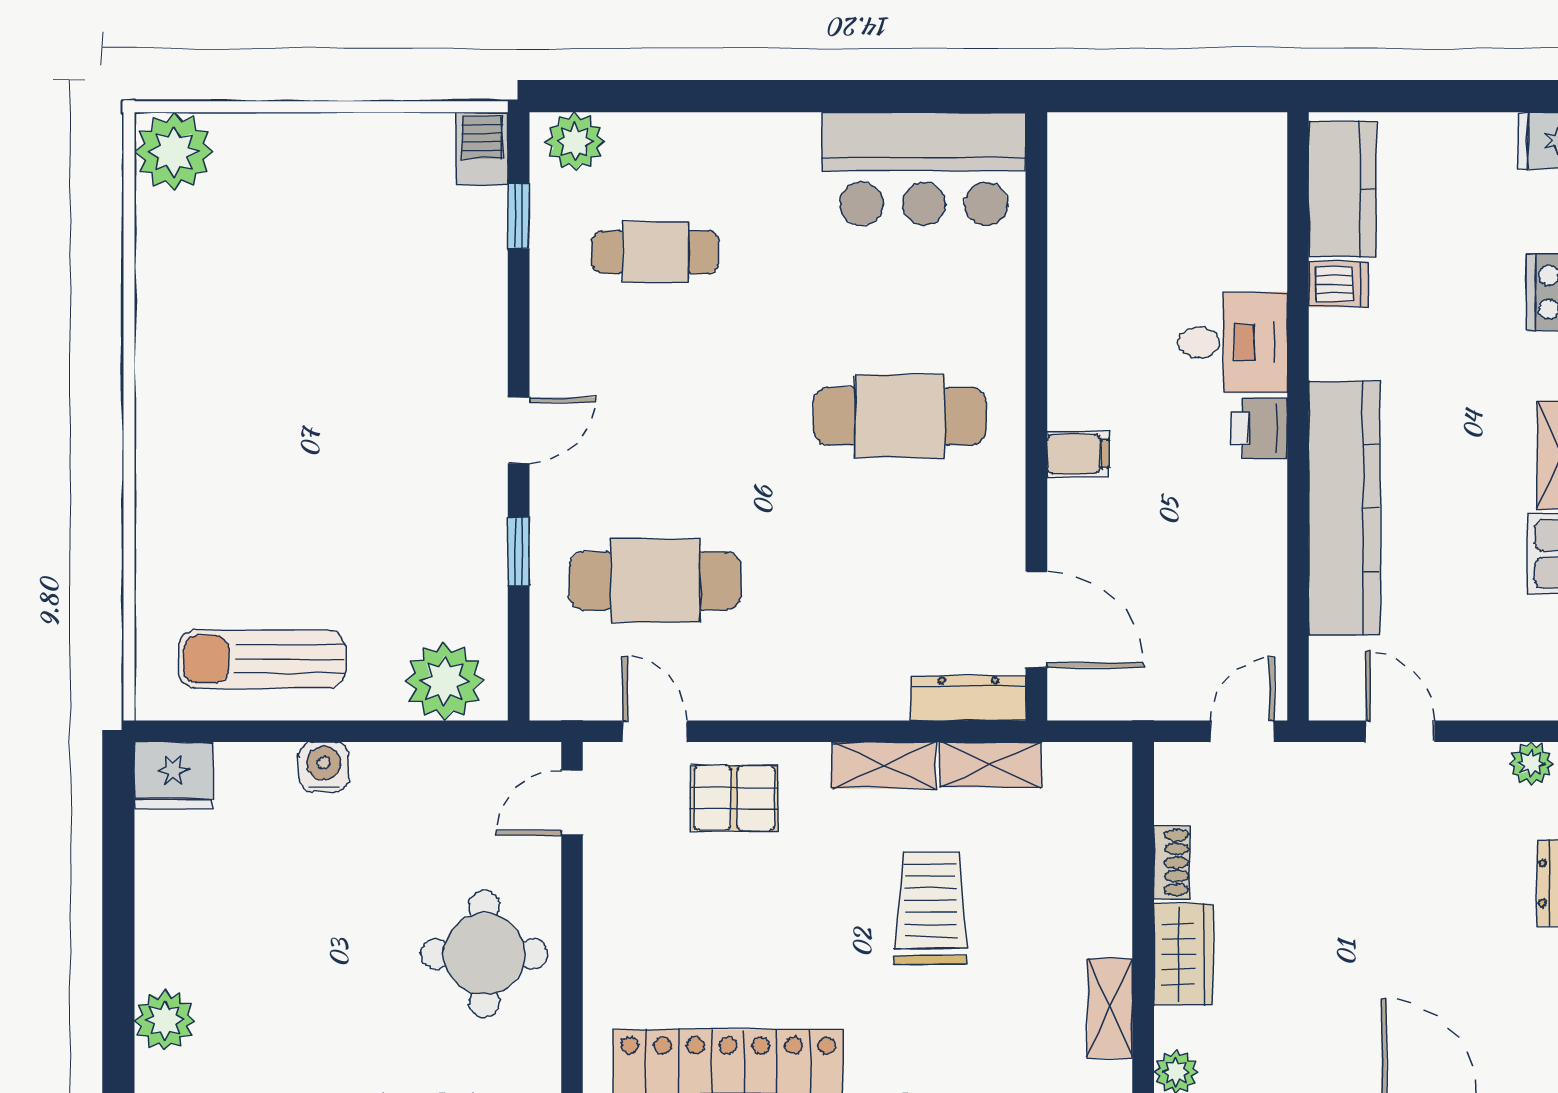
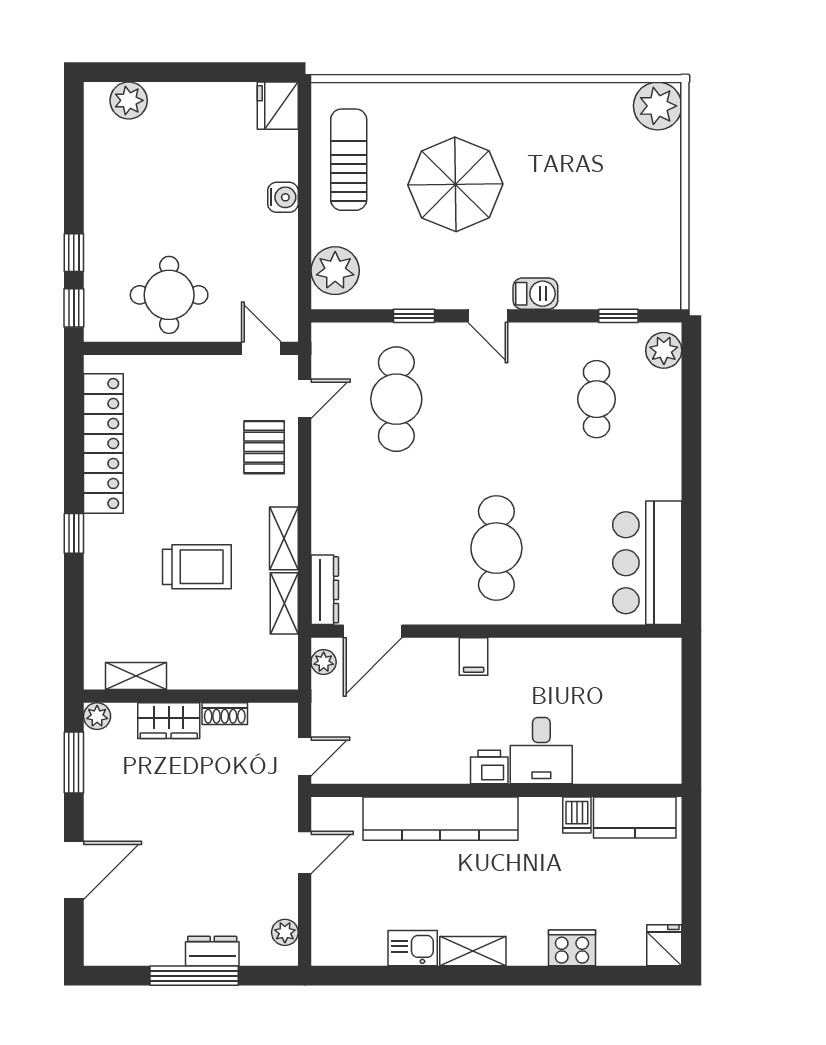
barbecue: (482, 149) -> (535, 294), moved
parasol: (303, 484) -> (455, 184), added
plant: (1087, 700) -> (324, 662), added
door: (1242, 731) -> (305, 756), hinge flipped

